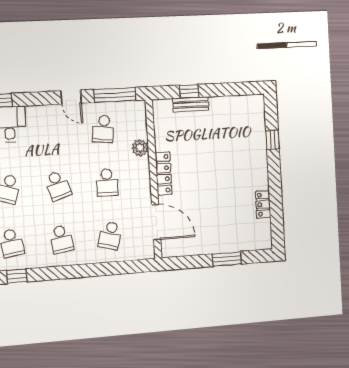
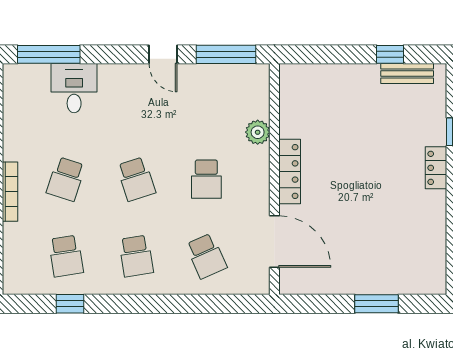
window: (189, 91) -> (390, 54), moved
bench: (191, 104) -> (407, 74), moved
school desk: (103, 129) -> (206, 102), removed
locker: (263, 204) -> (436, 168), moved
school desk: (110, 236) -> (206, 256), turned -39

